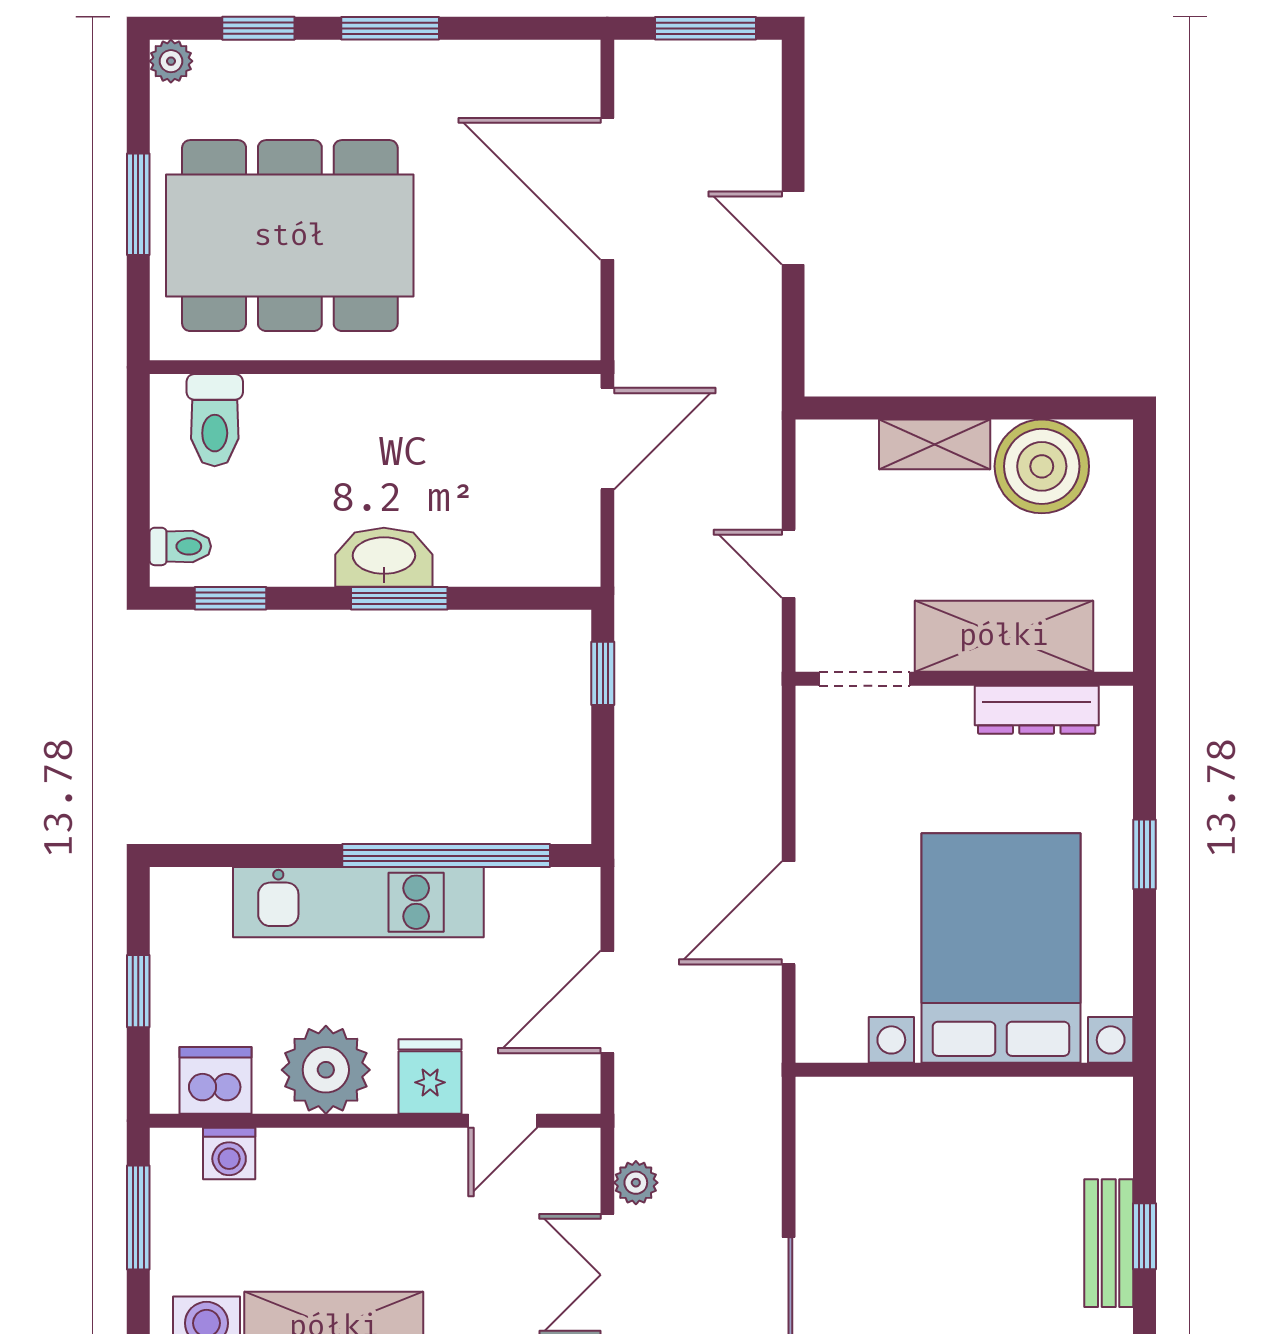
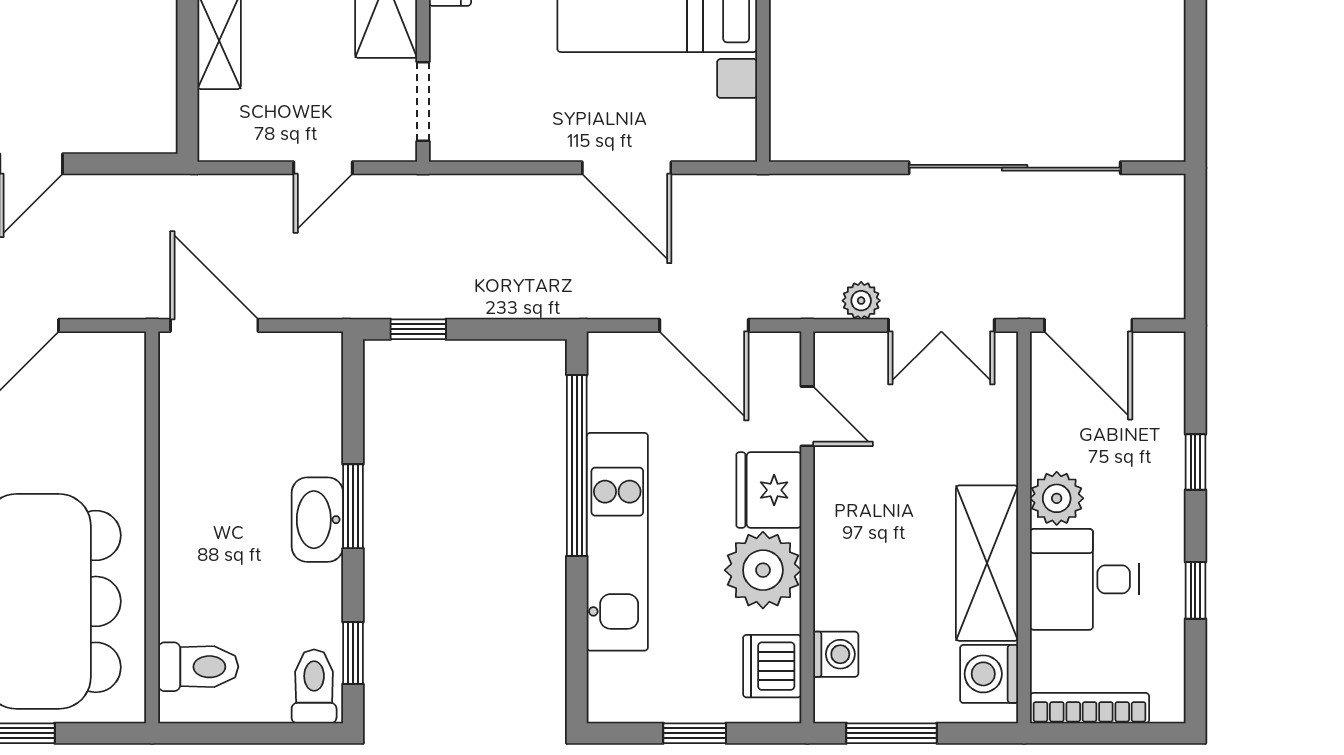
toilet: (180, 546) -> (314, 686), width x1.37, depth x1.39
fridge: (430, 1077) -> (769, 490), width x1.38

